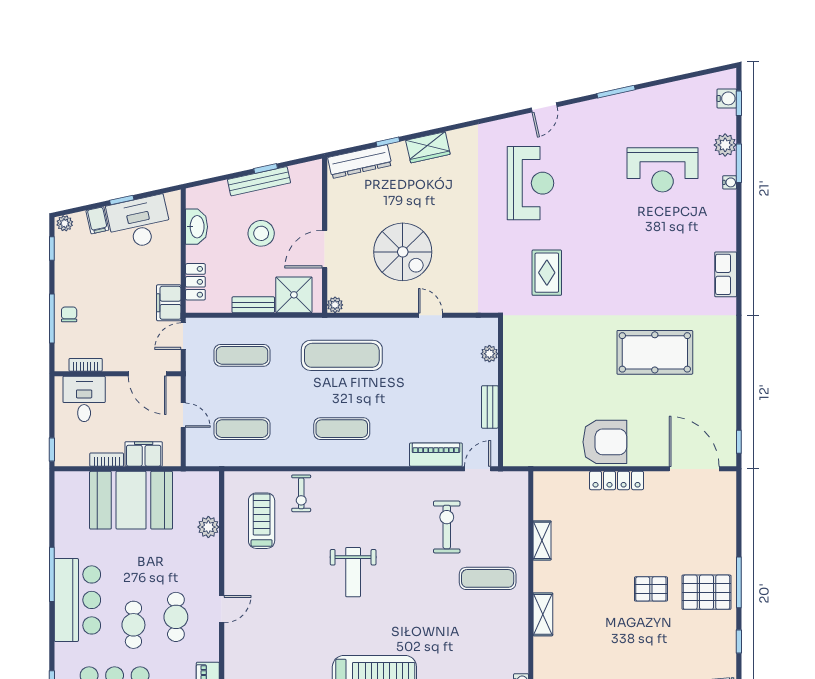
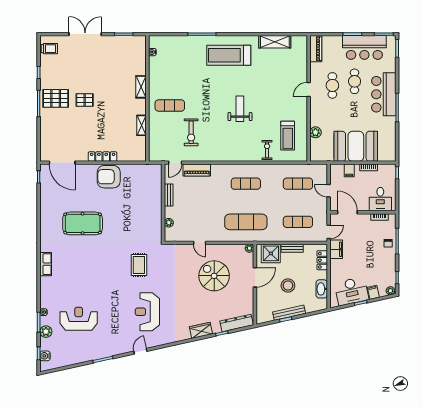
filing cabinet: (144, 454) -> (349, 170), width x0.50

